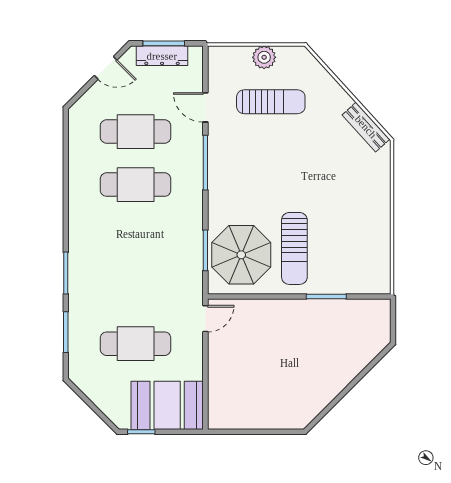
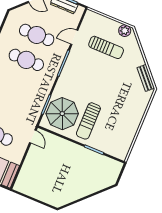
plant: (264, 57) -> (125, 31), moved
door: (205, 107) -> (74, 37), hinge flipped
door: (205, 319) -> (33, 137), hinge flipped

